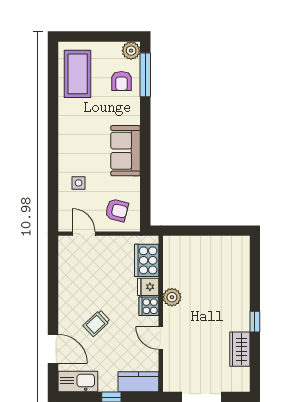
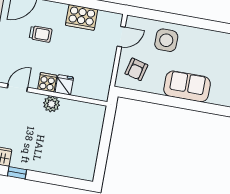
side table: (79, 183) -> (166, 40), width x1.87, depth x1.87
cooker: (147, 260) -> (82, 17), moved, turned 180
trolley: (97, 323) -> (41, 34), turned 133

